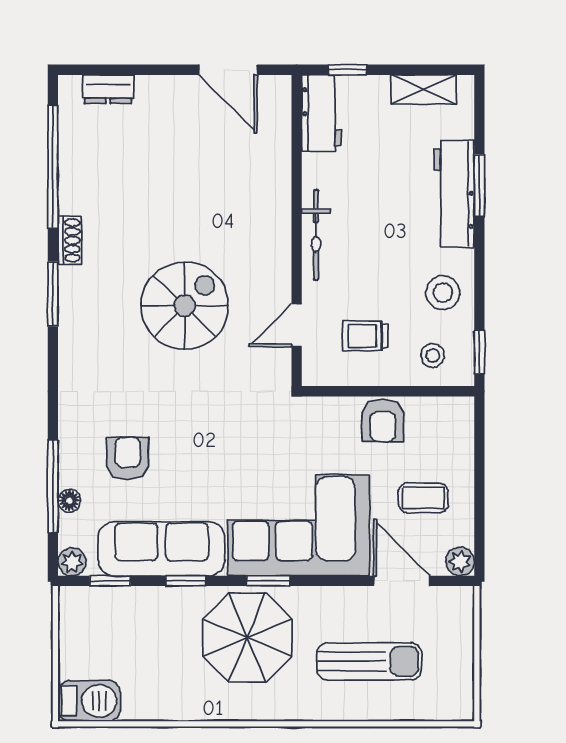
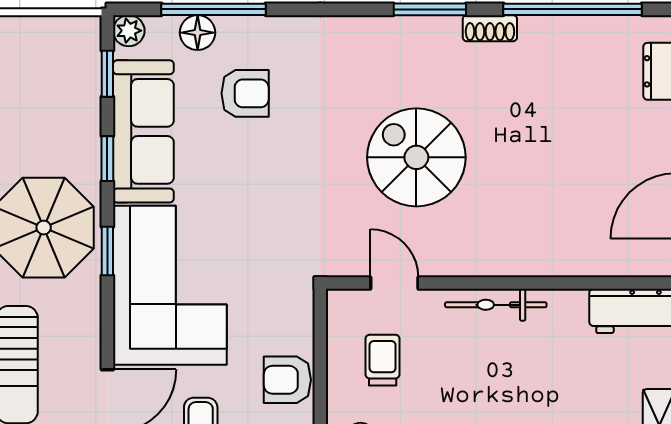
spiral stairs: (185, 306) -> (416, 157), turned 180
floor lamp: (69, 501) -> (198, 33), width x1.37, depth x1.37

